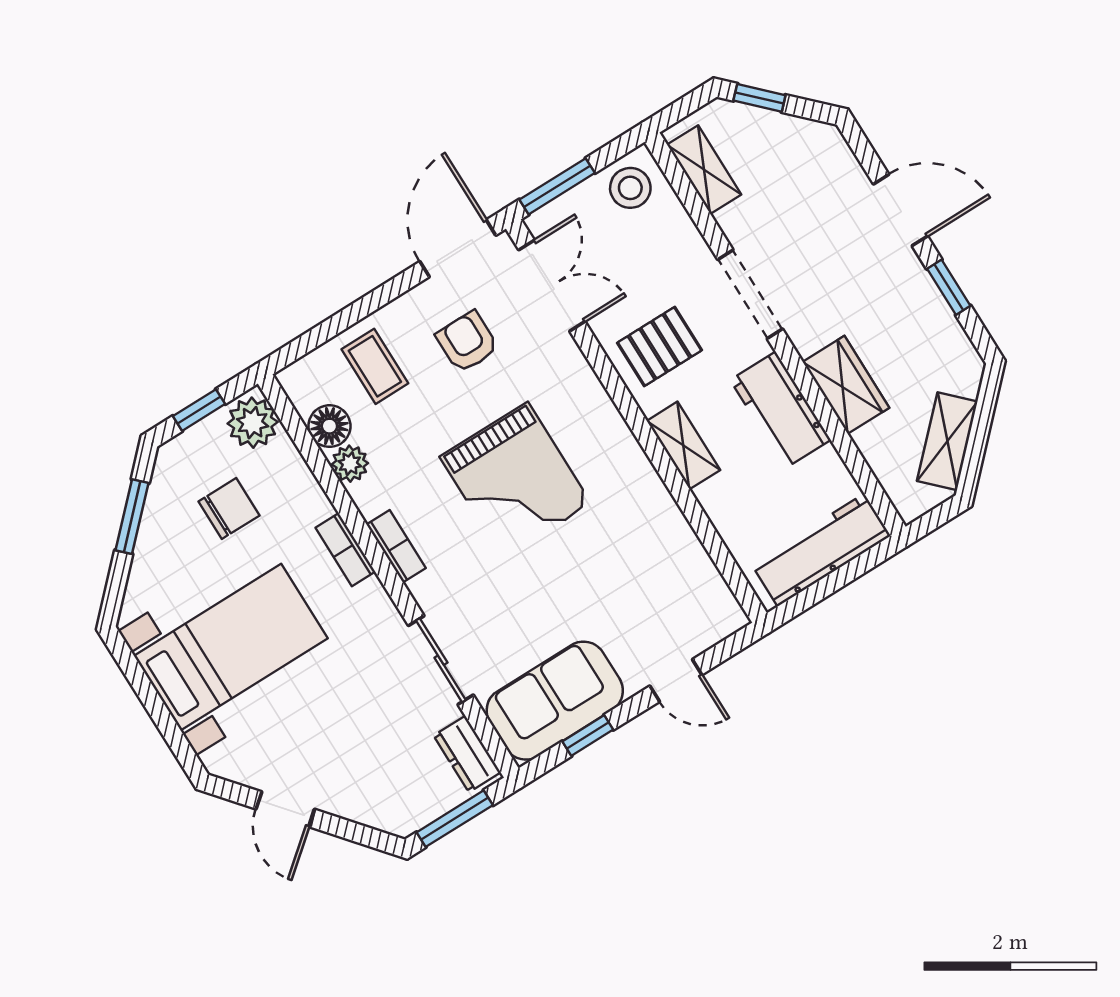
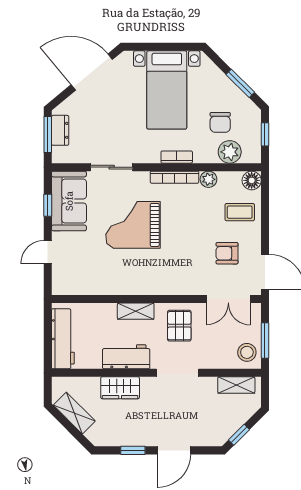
window: (759, 98) -> (239, 435), moved
window: (557, 186) -> (265, 341), moved
armchair: (467, 342) -> (227, 253), turned 180
plant: (253, 423) -> (230, 152), moved
floor lamp: (329, 426) -> (252, 180), moved
grand piano: (515, 480) -> (133, 225), moved
bookcase: (396, 546) -> (175, 177), width x1.56
dresser: (467, 754) -> (60, 130), moved, turned 90
door: (285, 809) -> (92, 72), width x1.88

